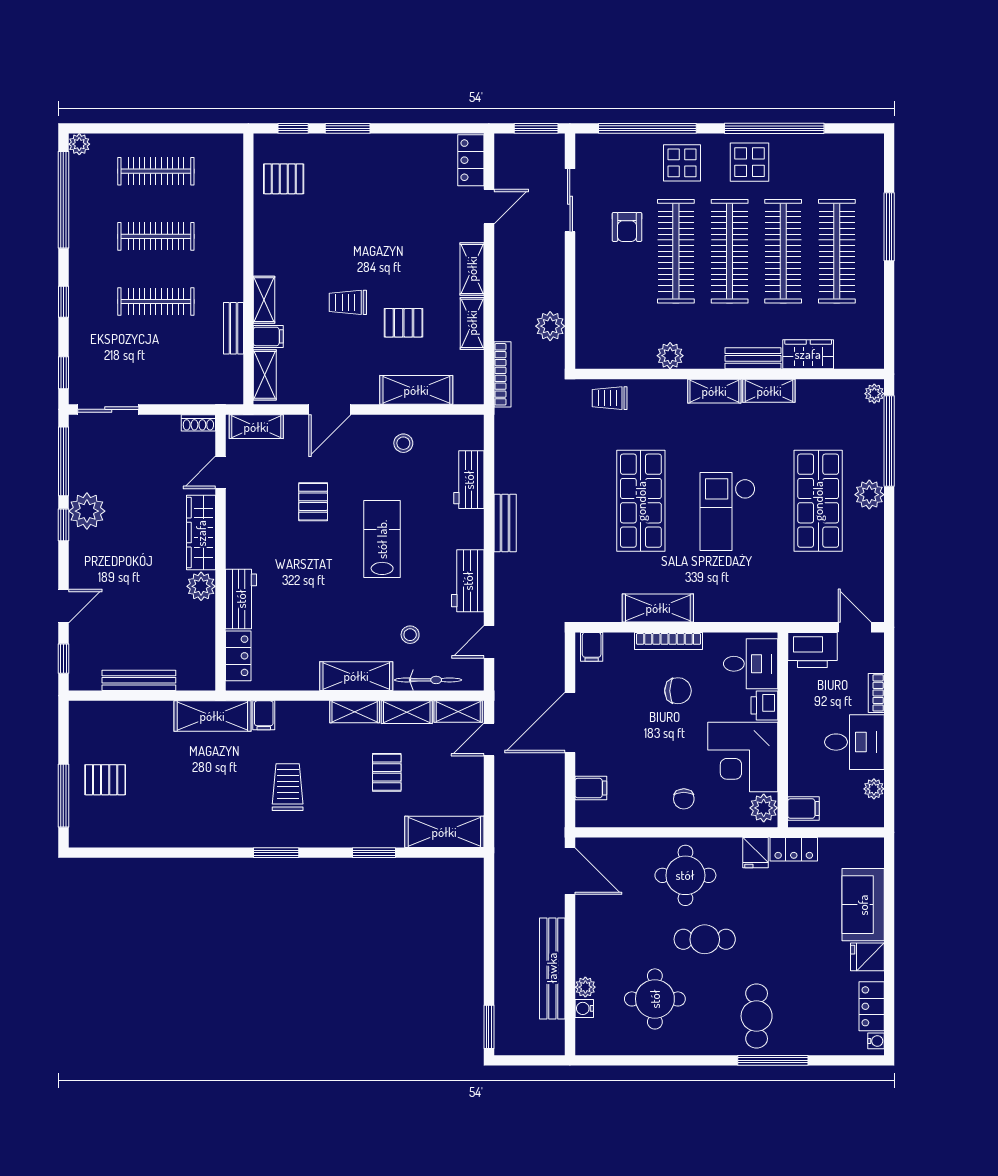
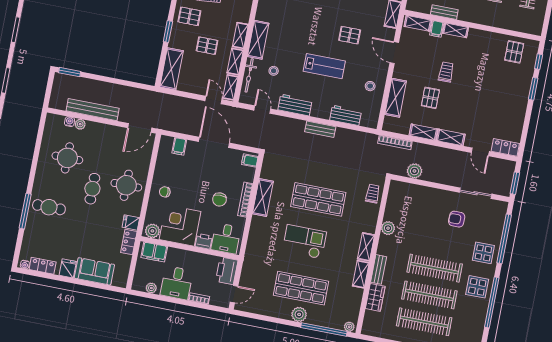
clothes rail: (676, 251) -> (440, 241), removed
filing cabinet: (803, 809) -> (154, 252), width x2.00
pallet: (337, 817) -> (189, 16), added

